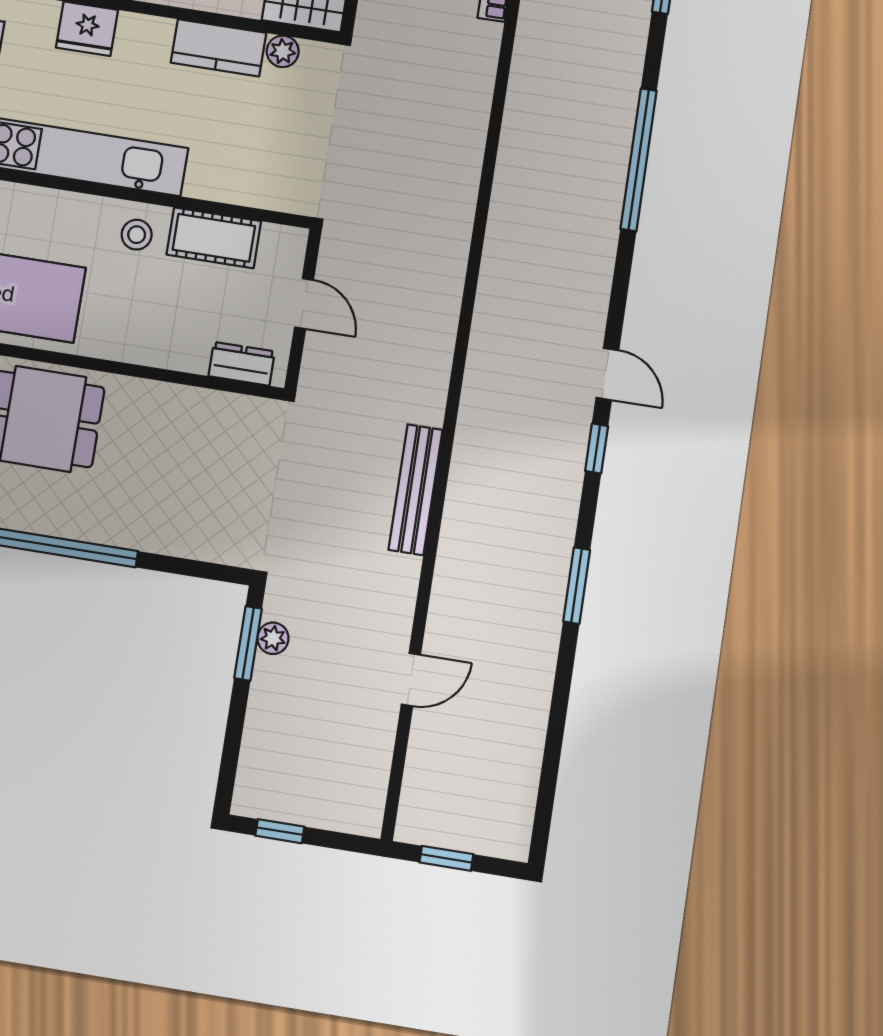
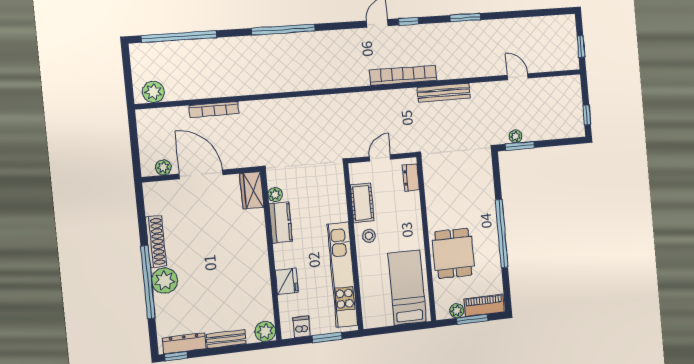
bookcase: (477, 404) -> (403, 75), added

